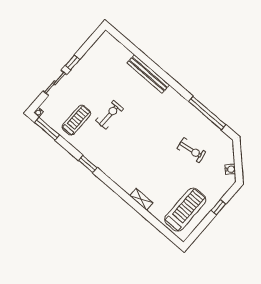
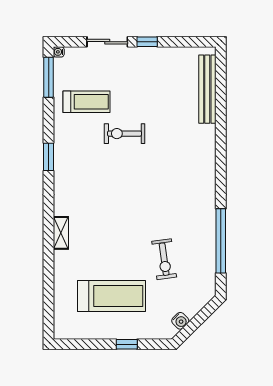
bench: (148, 74) -> (207, 89), moved
exercise bike: (110, 115) -> (125, 134), turned 180
shelving: (141, 199) -> (61, 233), moved
treadmill: (185, 210) -> (112, 296), moved

